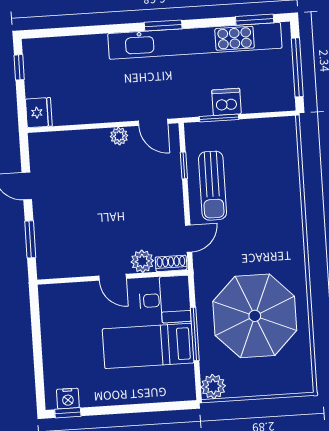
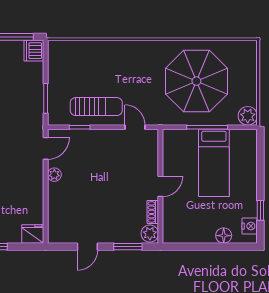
dishwasher: (227, 102) -> (34, 51), moved
plant: (142, 261) -> (150, 234), moved
shoe rack: (171, 263) -> (153, 212), moved
desk: (165, 300) -> (180, 148), removed
floor lamp: (53, 365) -> (224, 236), added
window: (68, 413) -> (260, 210), moved

